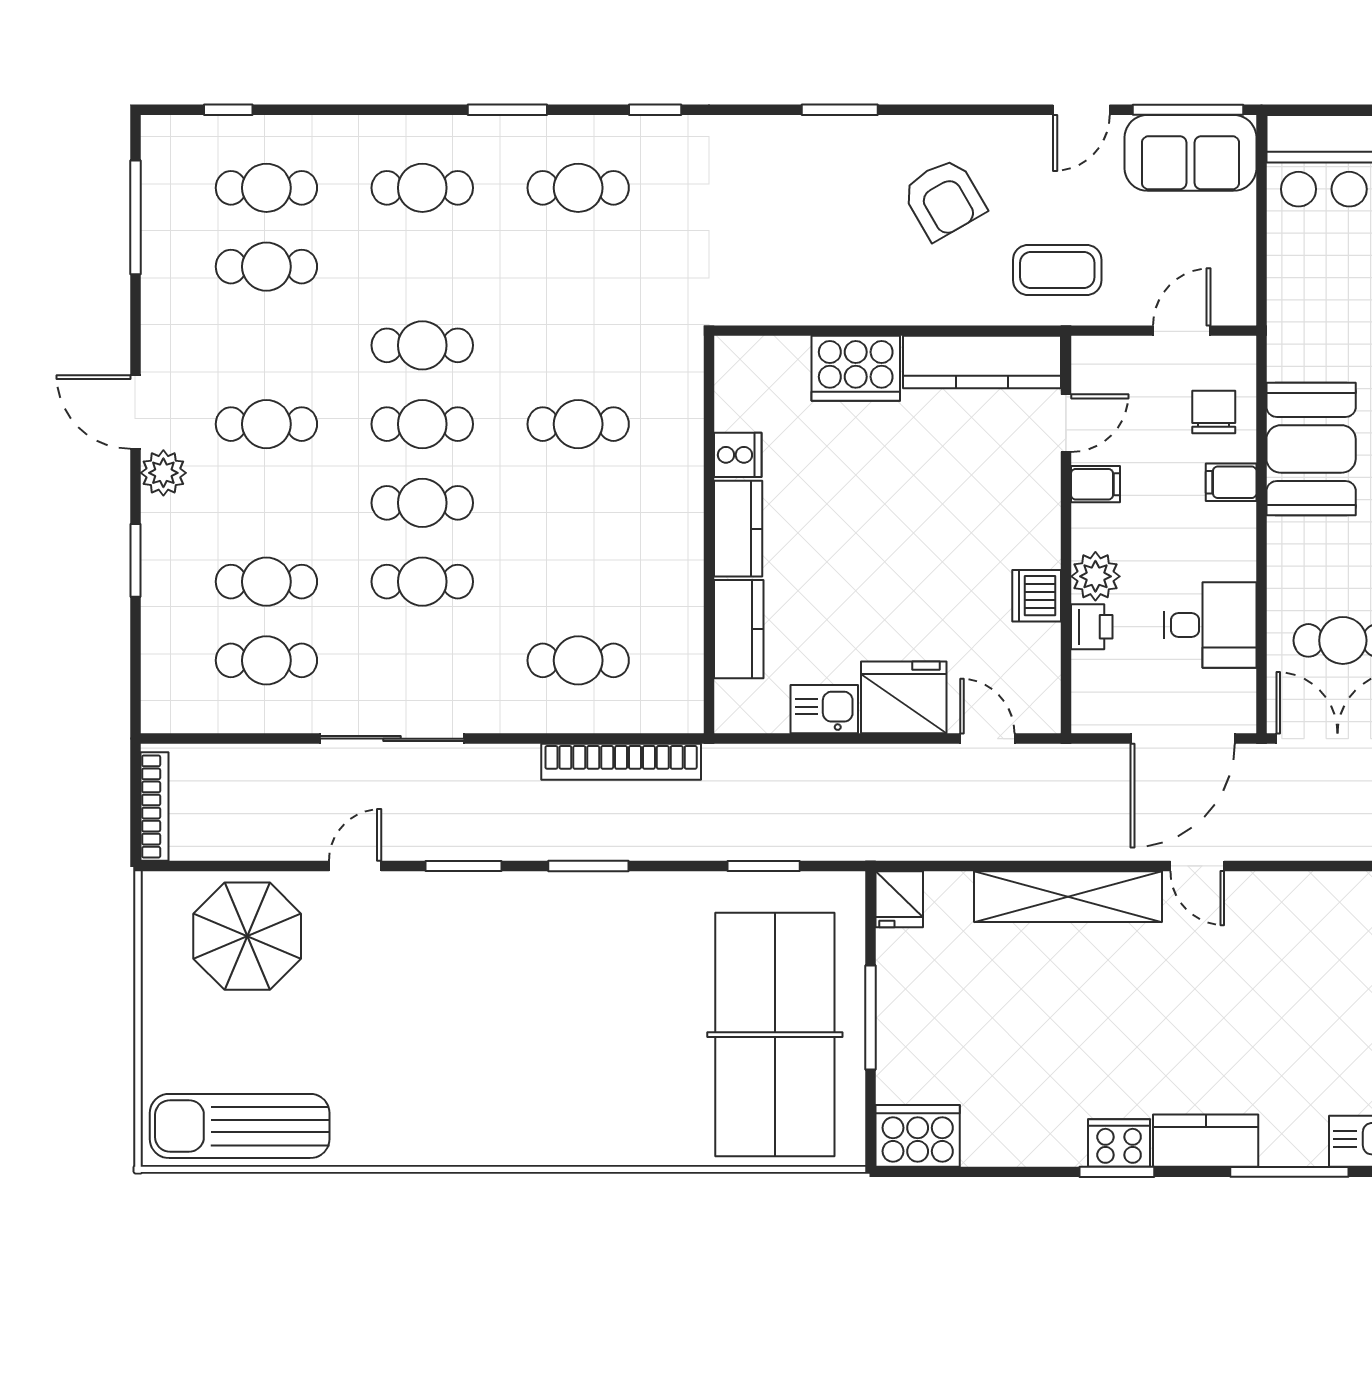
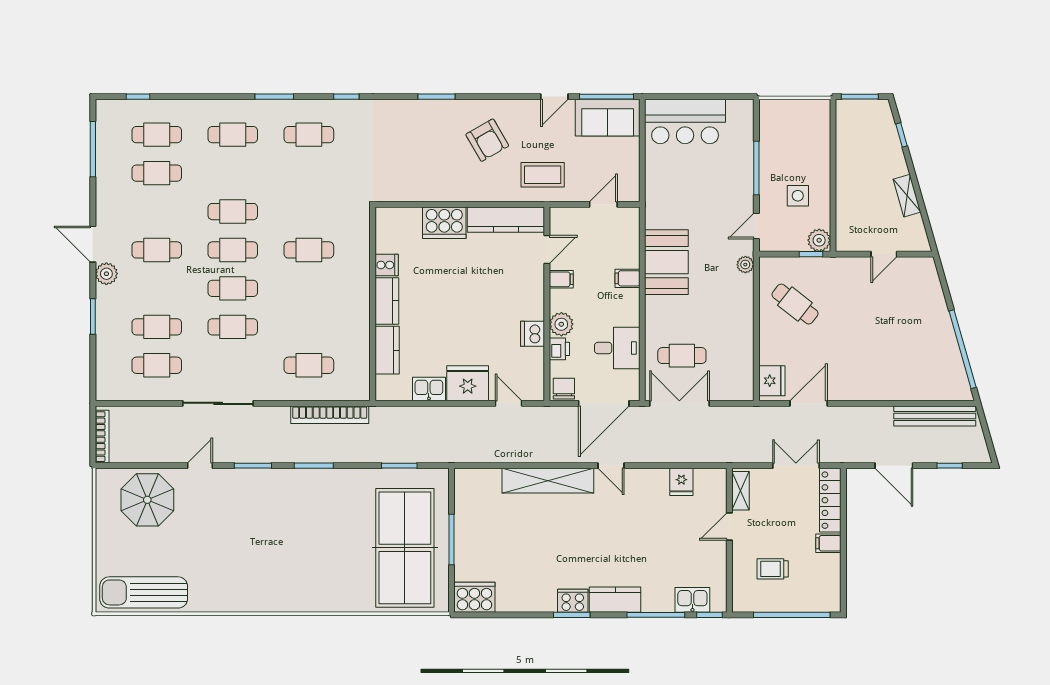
chair: (1214, 412) -> (564, 389), moved
fridge: (899, 899) -> (681, 482), moved

